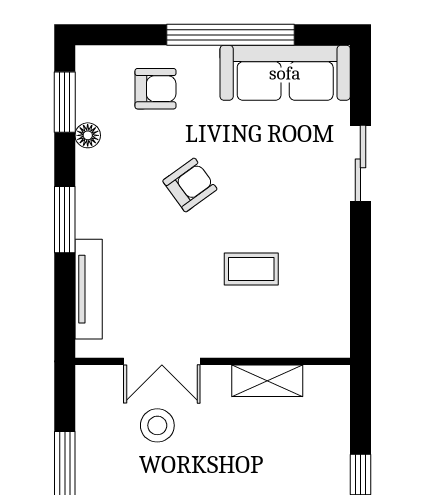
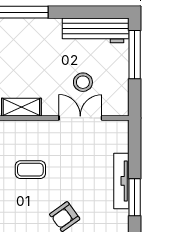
tv unit: (89, 289) -> (121, 181), moved

